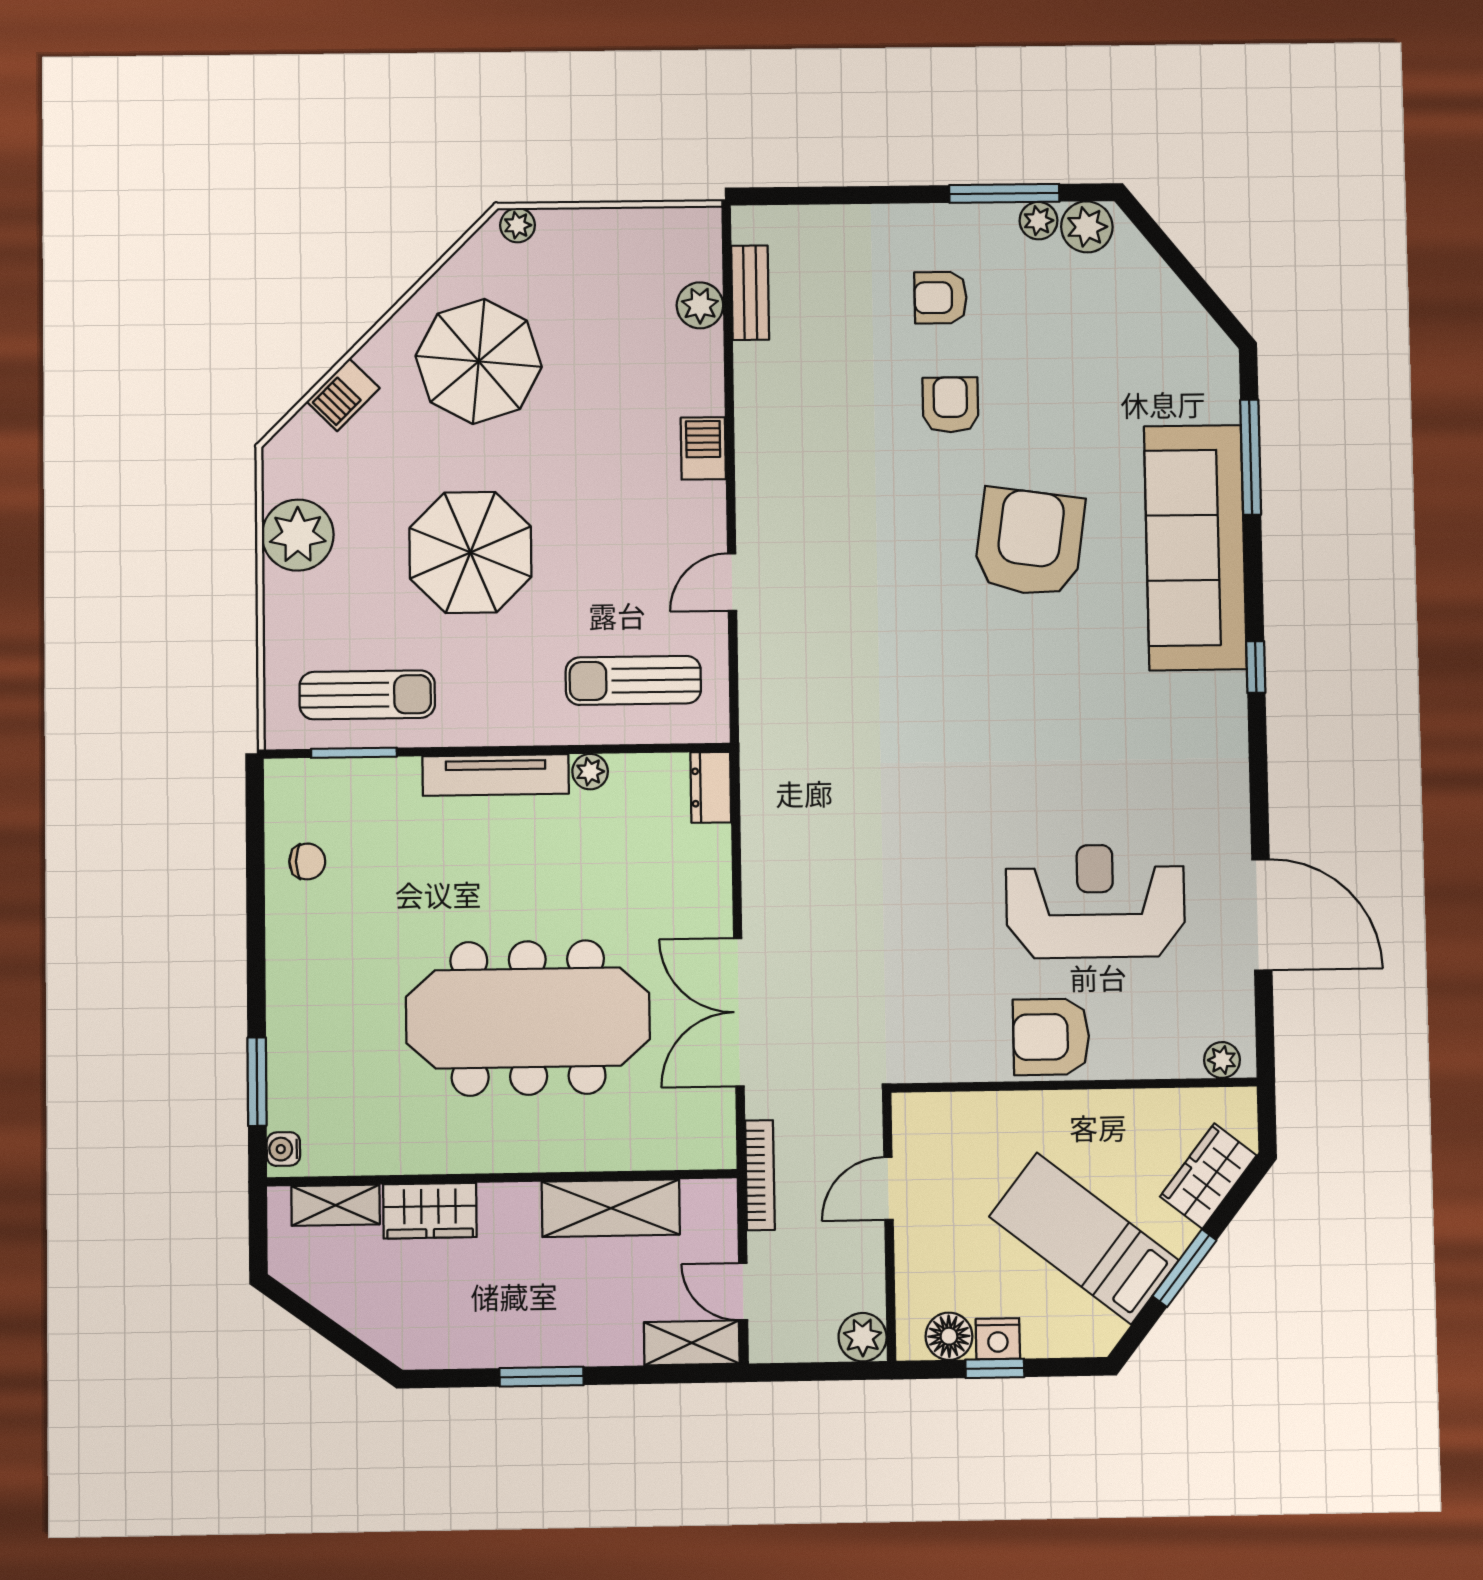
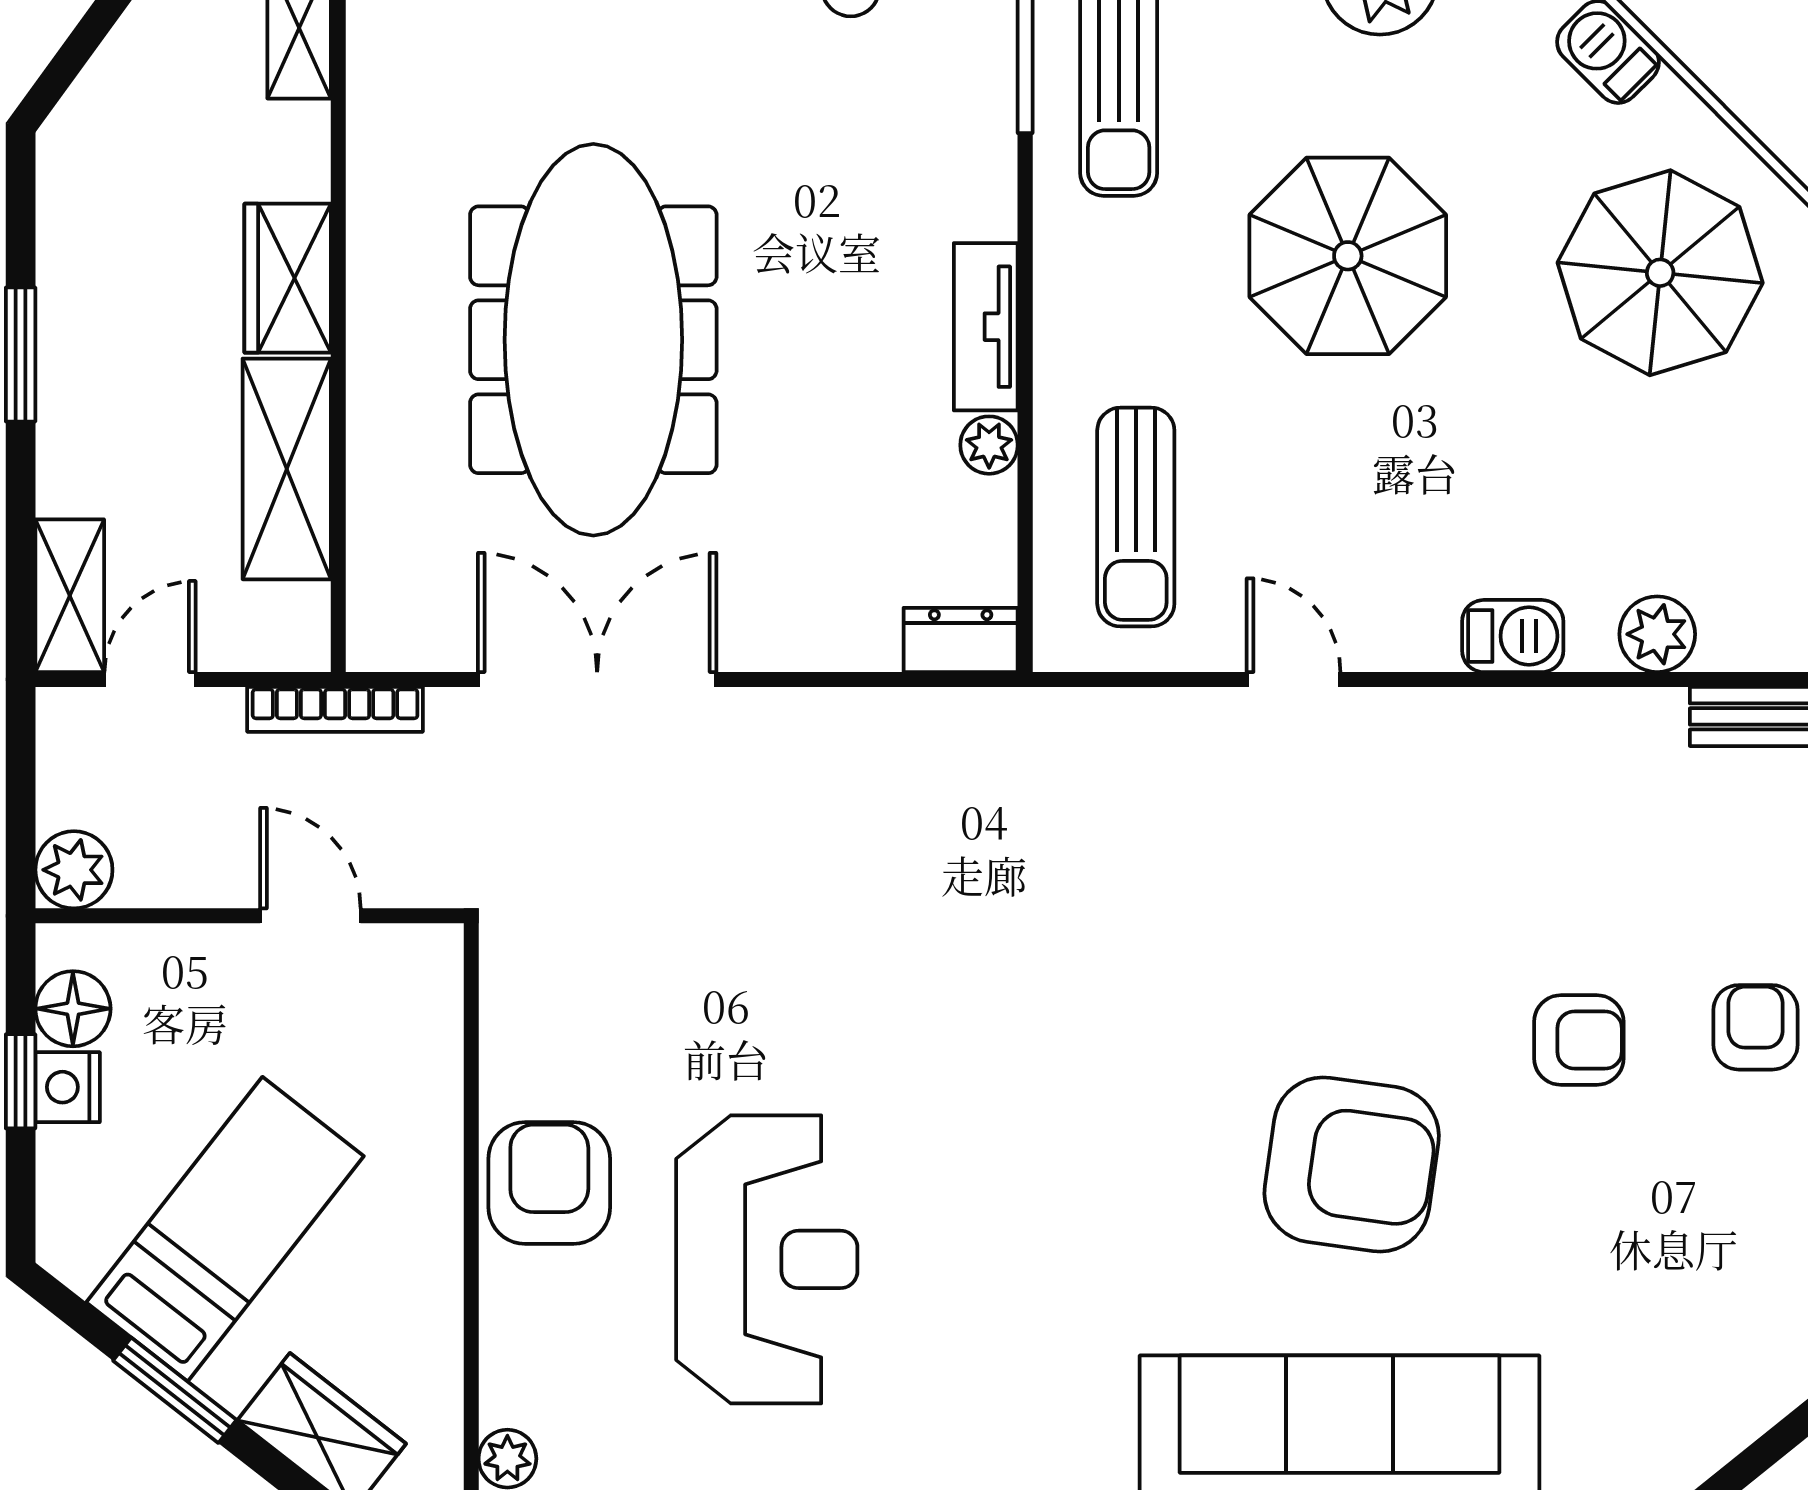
plant: (700, 305) -> (1657, 634), moved
sun lounger: (633, 680) -> (1136, 517), turned 180
tv unit: (496, 775) -> (986, 327), width x0.71
wardrobe: (430, 1211) -> (288, 278), moved

